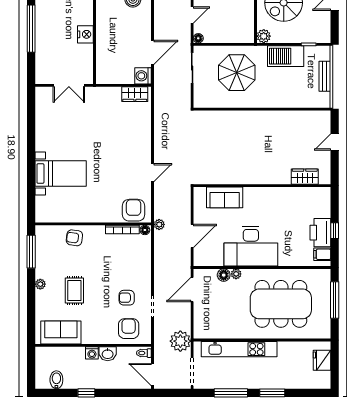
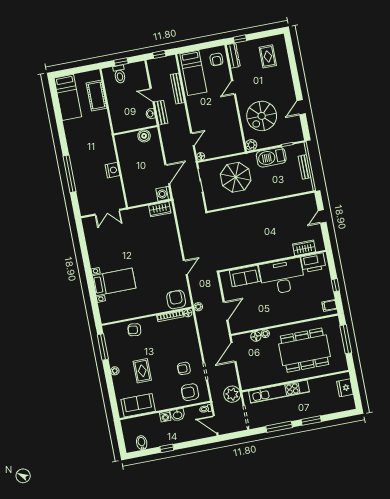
printer: (320, 233) -> (313, 263), moved, turned -90
desk: (251, 246) -> (282, 277), moved, turned 180
armchair: (129, 329) -> (190, 392), turned -90

